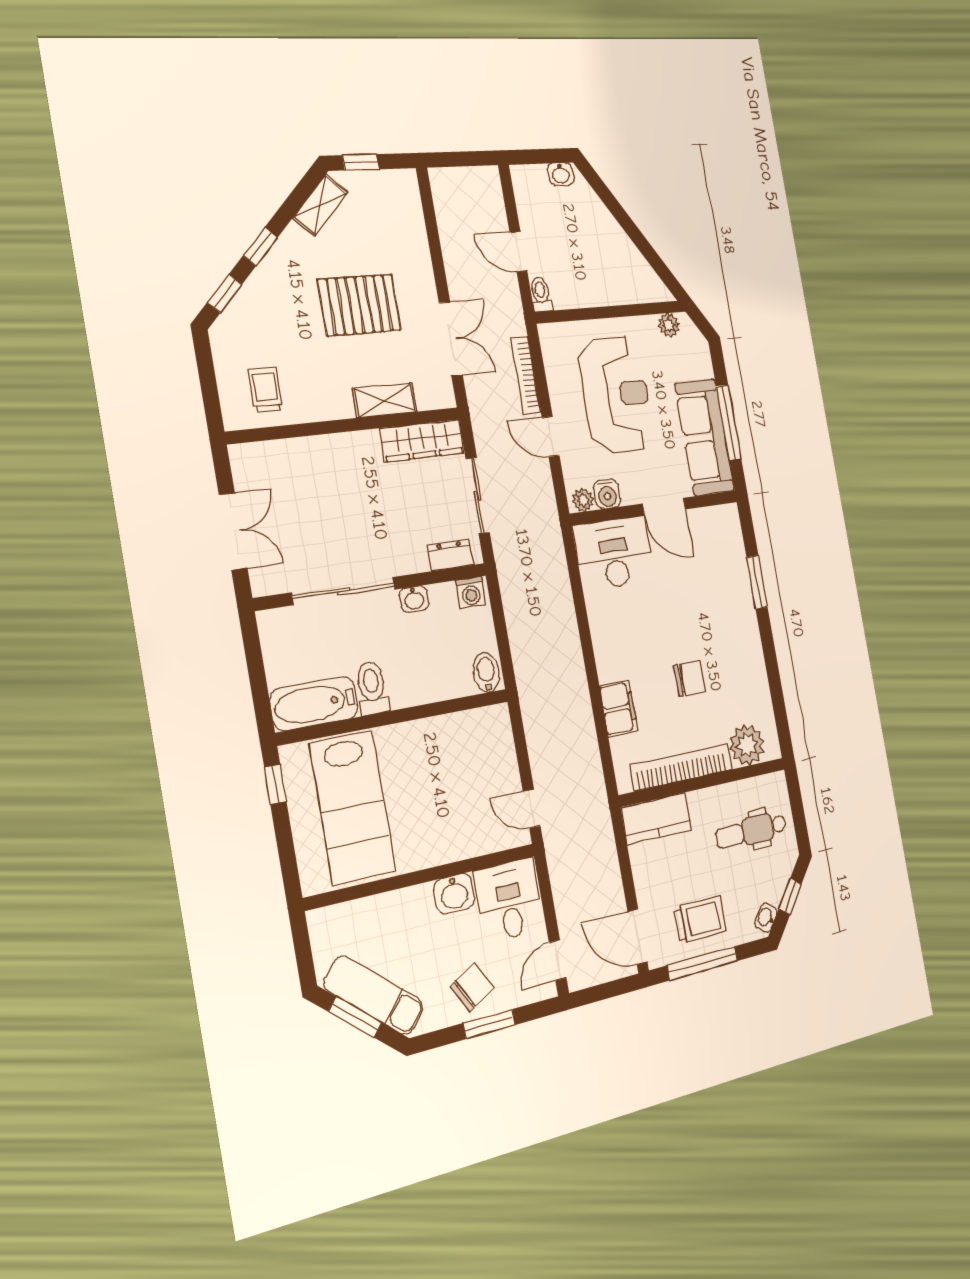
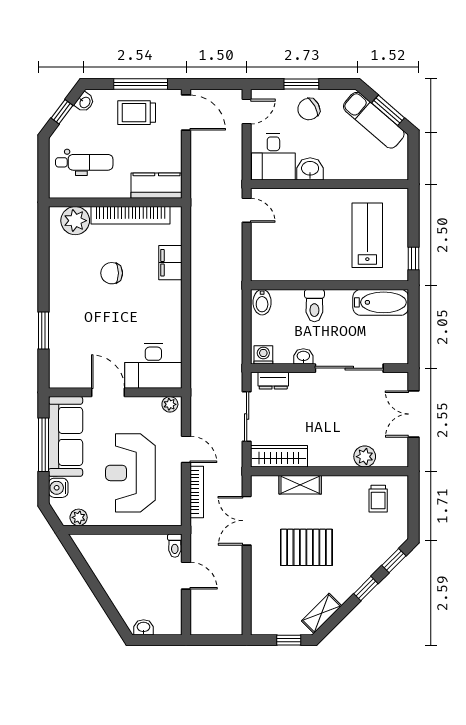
plant: (297, 454) -> (365, 457), added
water cooler: (607, 494) -> (58, 488), moved, turned -90
toilet: (372, 688) -> (314, 306), moved
lab bench: (352, 807) -> (367, 235), width x0.73, depth x0.72

